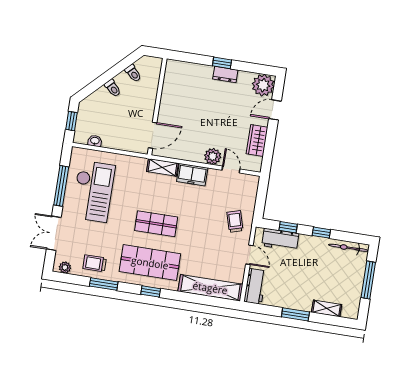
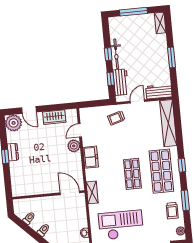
shelving: (162, 167) -> (92, 192), moved
bicycle: (349, 248) -> (116, 54), moved
shelving: (327, 308) -> (160, 23), moved

